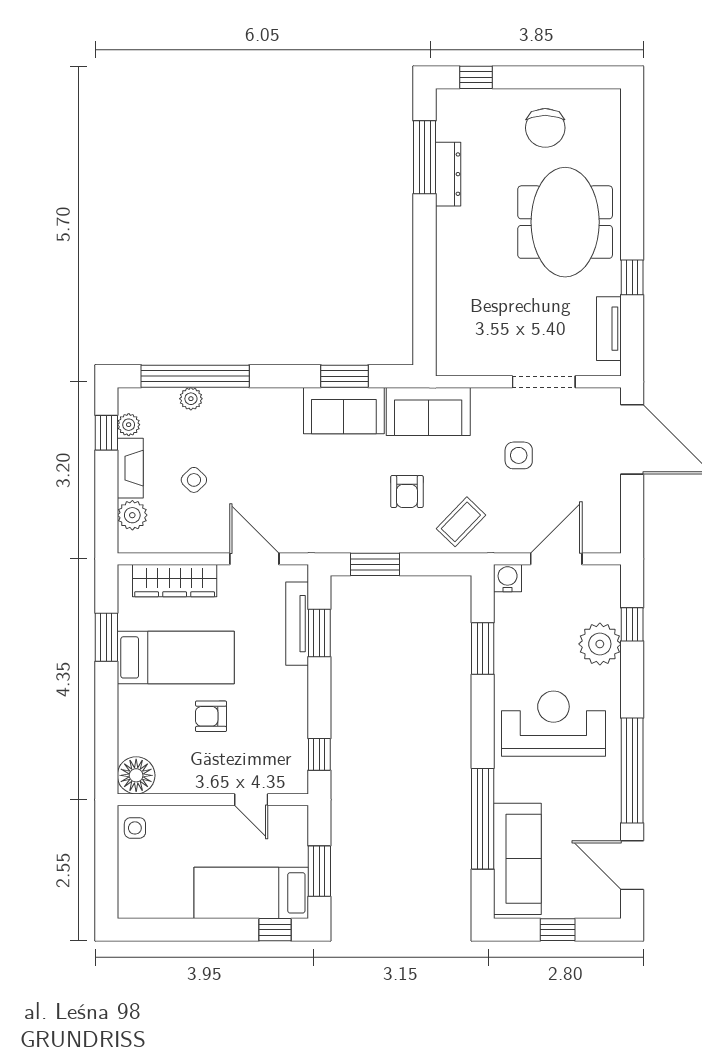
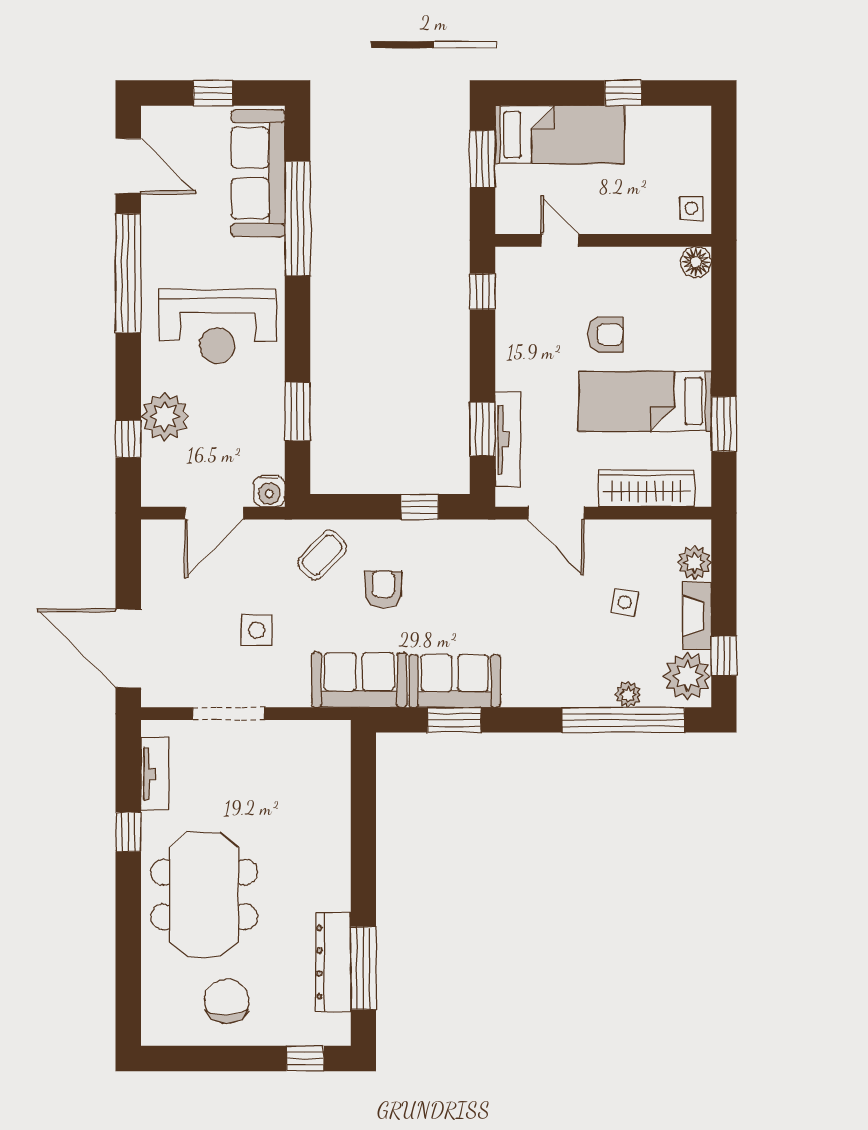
dresser: (448, 174) -> (333, 962), width x1.37, depth x1.24
plant: (129, 425) -> (687, 676), width x1.87, depth x1.87
side table: (194, 480) -> (625, 602), turned -35
window: (375, 564) -> (420, 507), width x0.67
floor lamp: (136, 775) -> (696, 262), width x0.73, depth x0.73
window: (275, 930) -> (623, 93), moved

